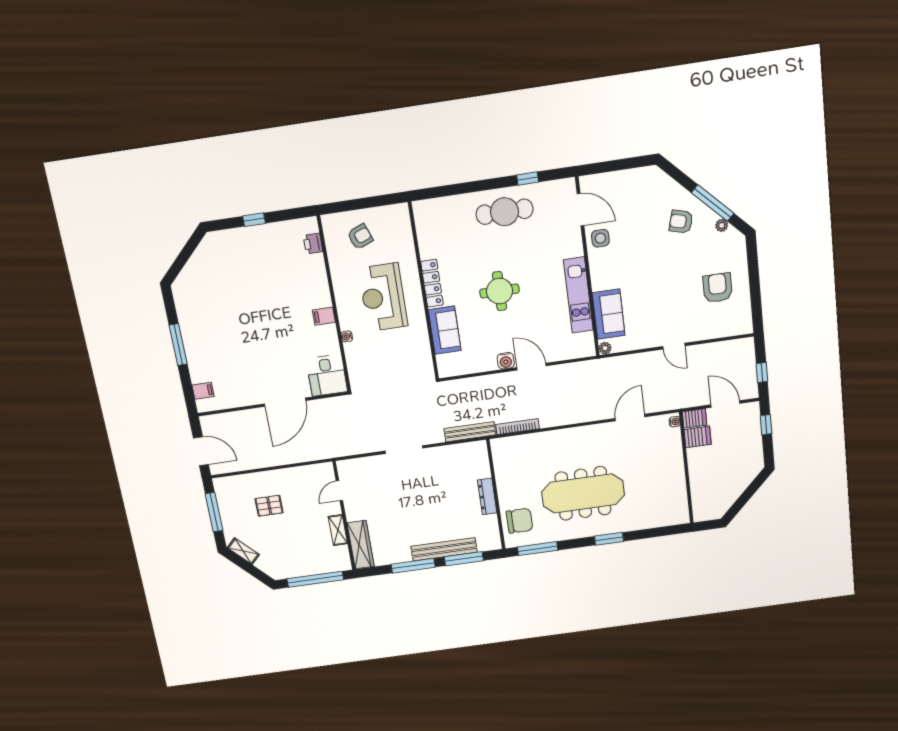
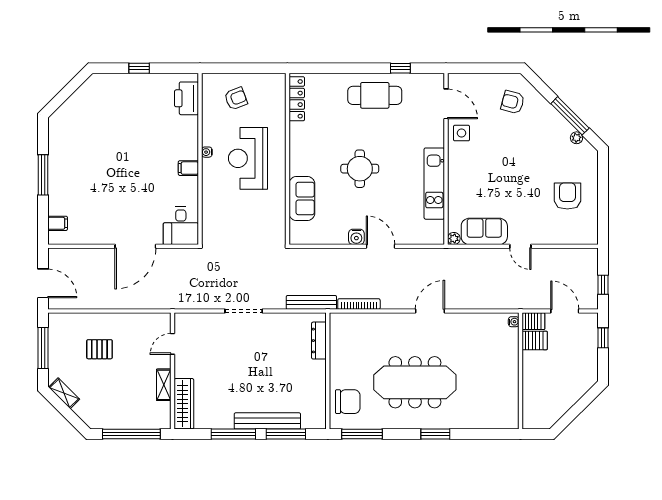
armchair: (681, 222) -> (513, 102), moved
printer: (313, 244) -> (187, 98), width x1.87, depth x1.48
locker: (432, 283) -> (297, 99), moved
sofa: (608, 314) -> (484, 231), moved, turned -90
water cooler: (347, 336) -> (207, 152), moved
door: (630, 418) -> (430, 311), moved
dresser: (487, 496) -> (319, 341), moved

